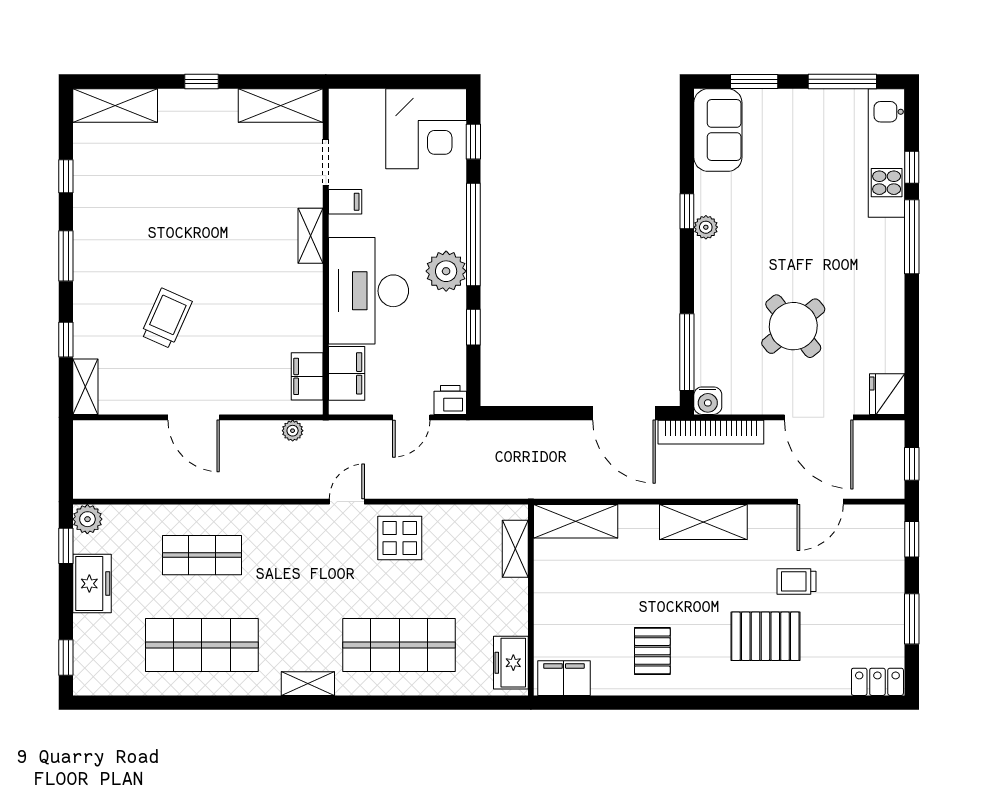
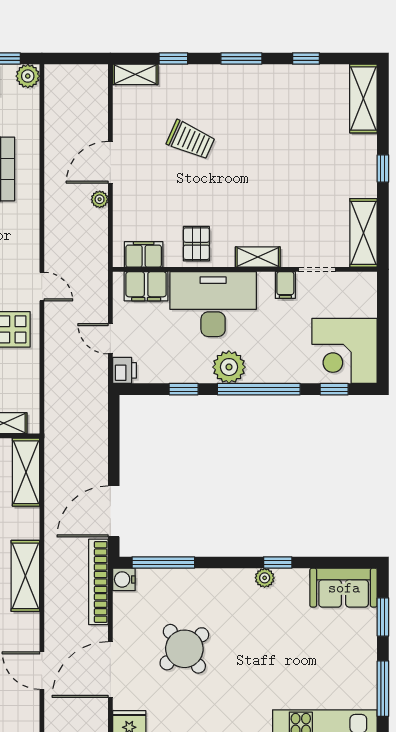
pallet: (294, 311) -> (196, 244), added
plant: (293, 431) -> (100, 199), moved

